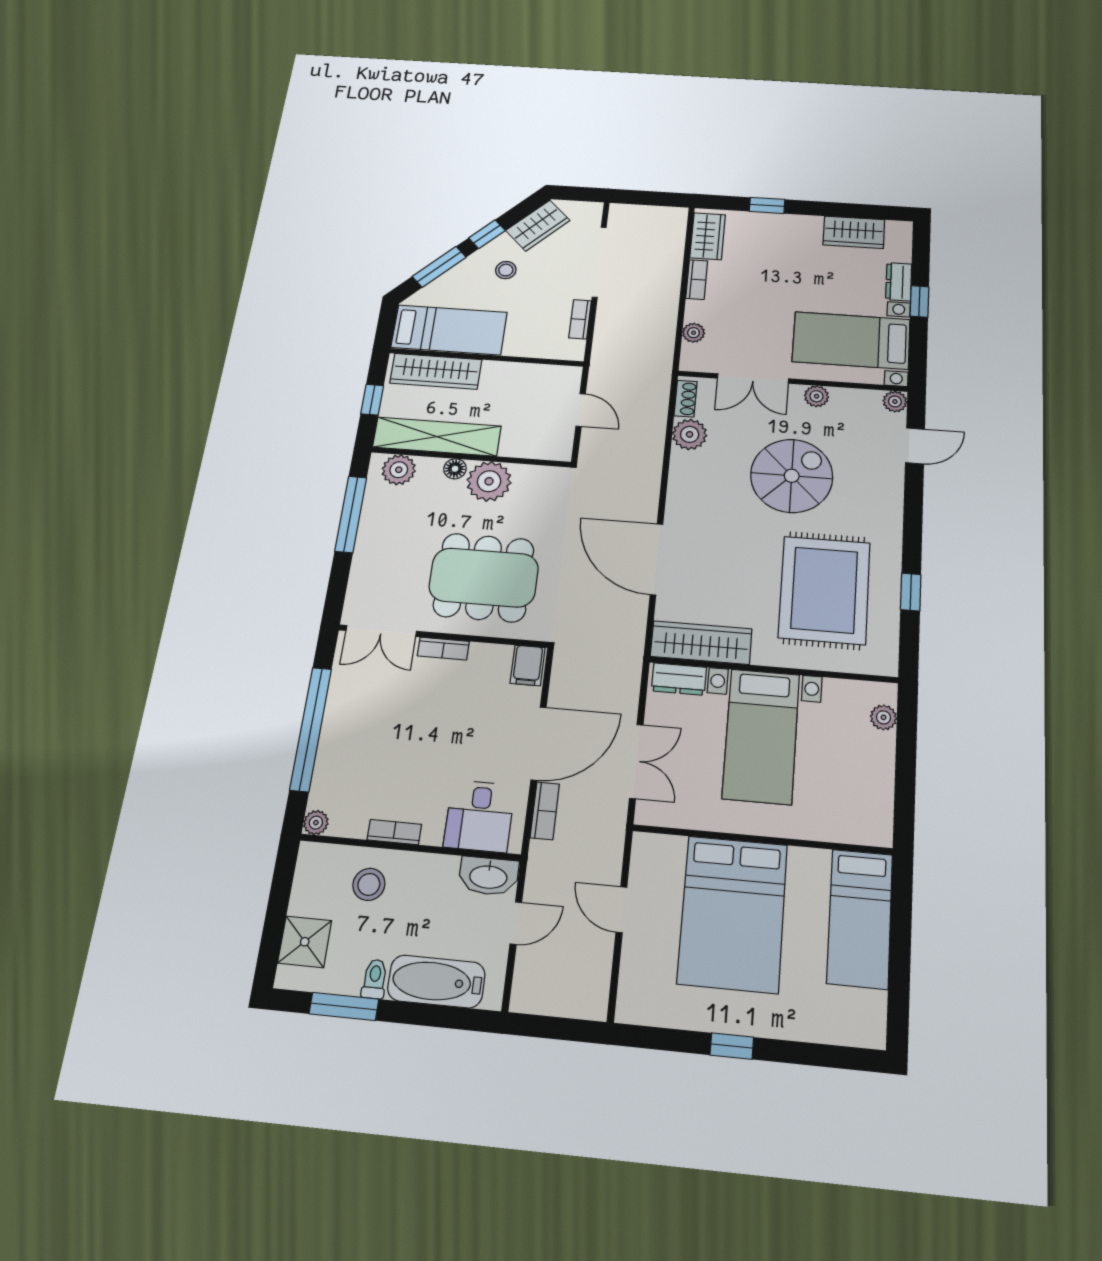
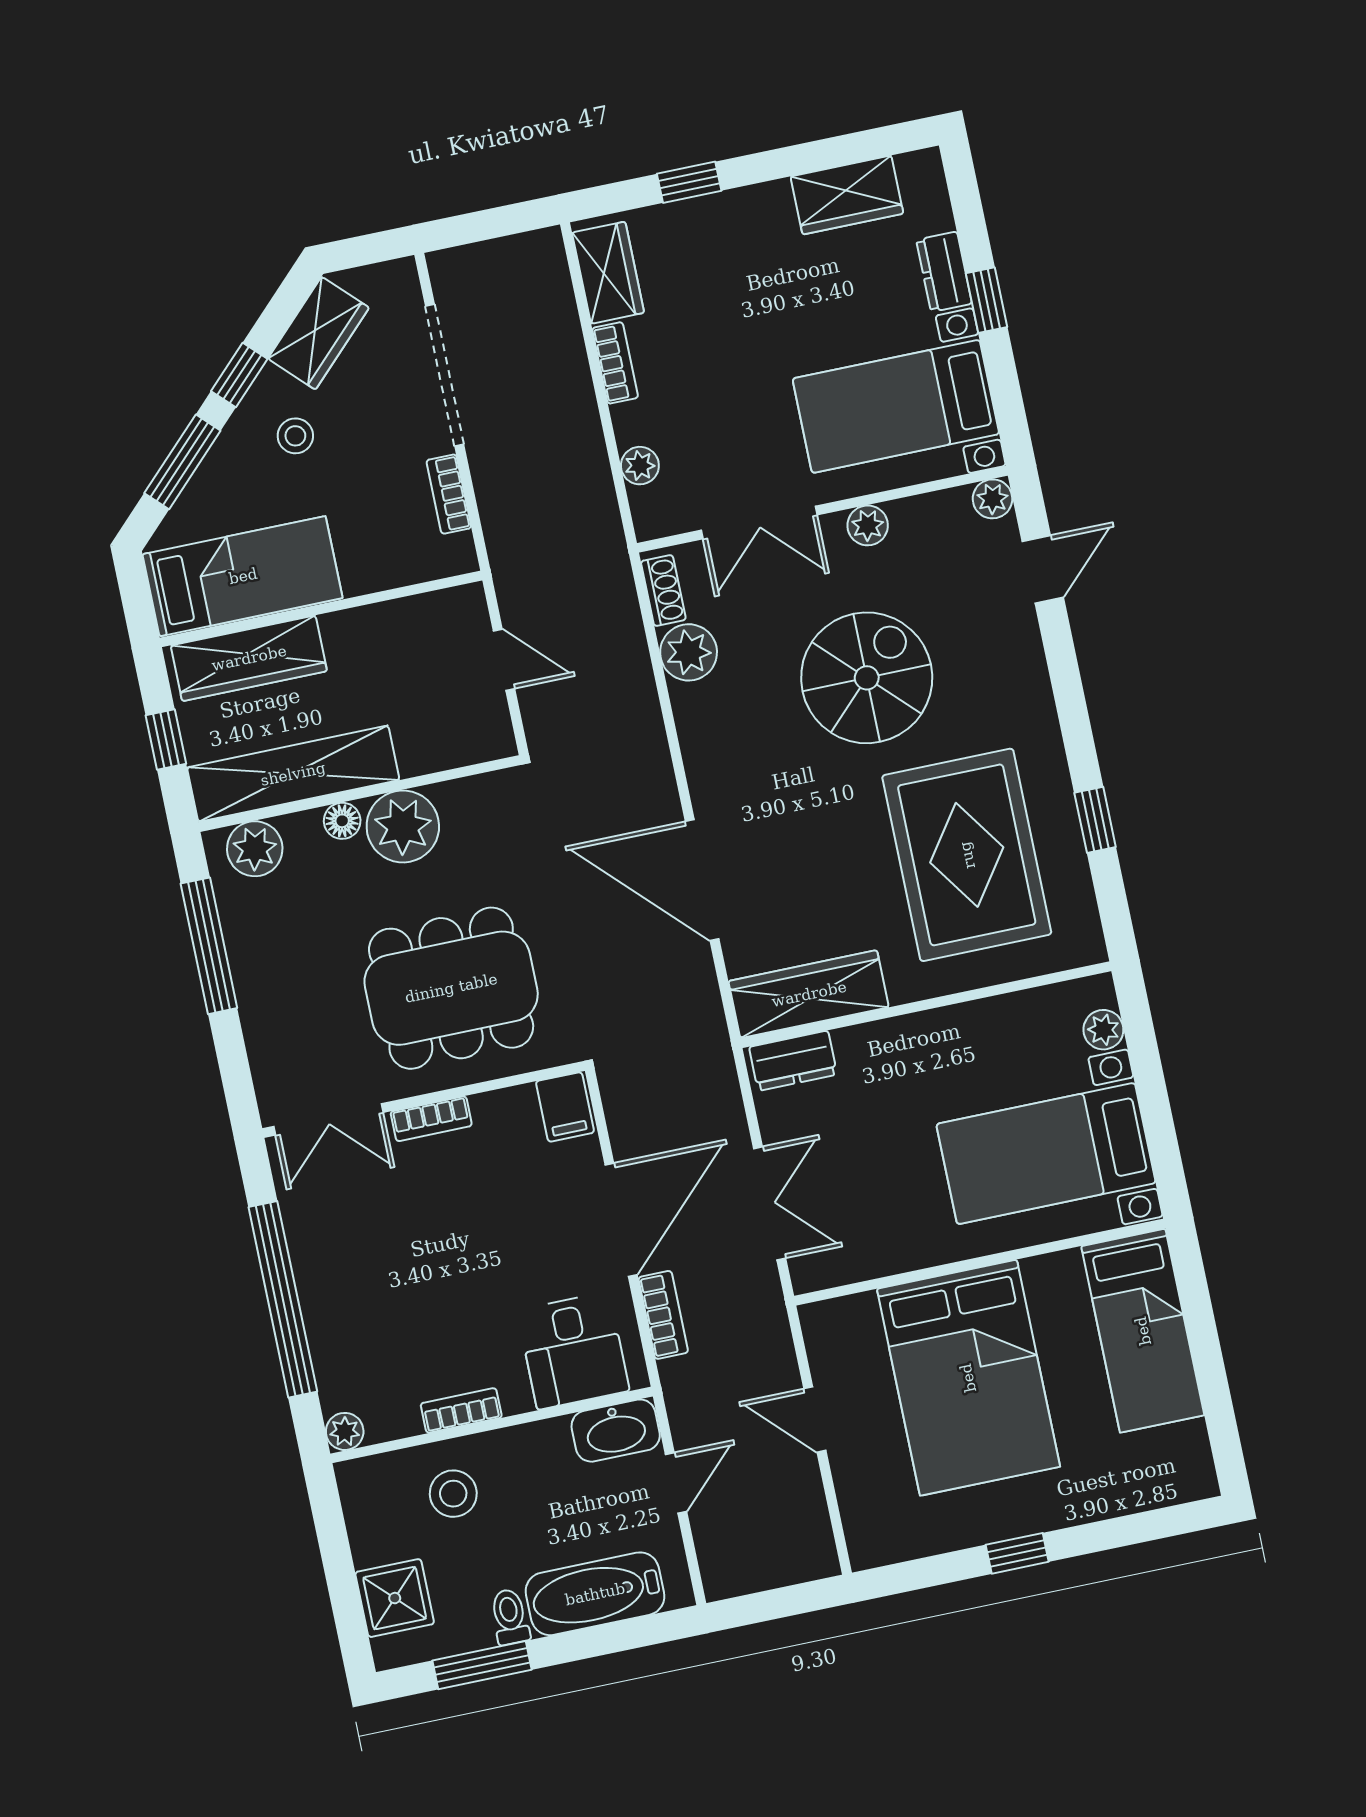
bed with nightstands: (761, 736) -> (1046, 1154), moved, turned 90

